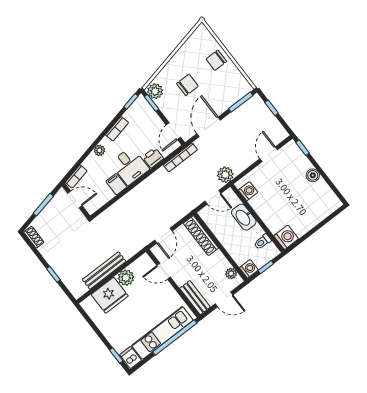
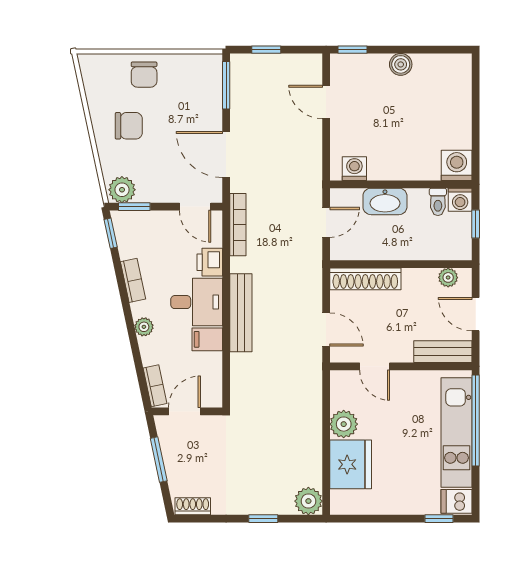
chair: (187, 85) -> (129, 126), moved, turned 90
plant: (225, 175) -> (308, 501), moved
washing machine: (249, 269) -> (460, 200), moved, turned 180
bench: (104, 270) -> (241, 313), moved
door: (164, 271) -> (375, 366), hinge flipped
door: (224, 299) -> (476, 314), swing flipped

